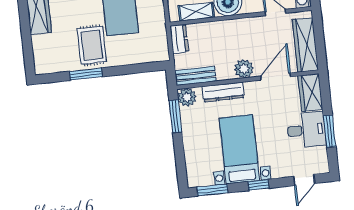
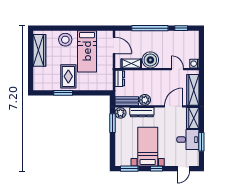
plant: (244, 69) -> (145, 100), moved

